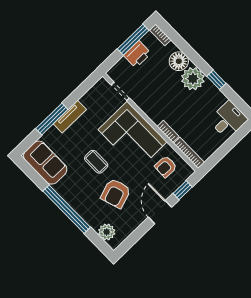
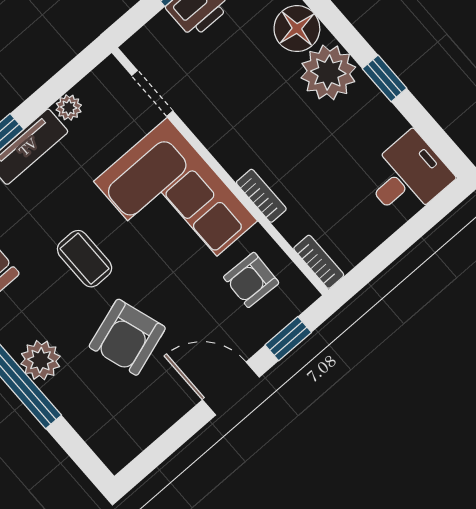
plant: (86, 99) -> (69, 108), added
bookcase: (189, 153) -> (319, 262), width x0.64
door: (160, 212) -> (231, 389), hinge flipped
plant: (107, 232) -> (41, 360), moved

